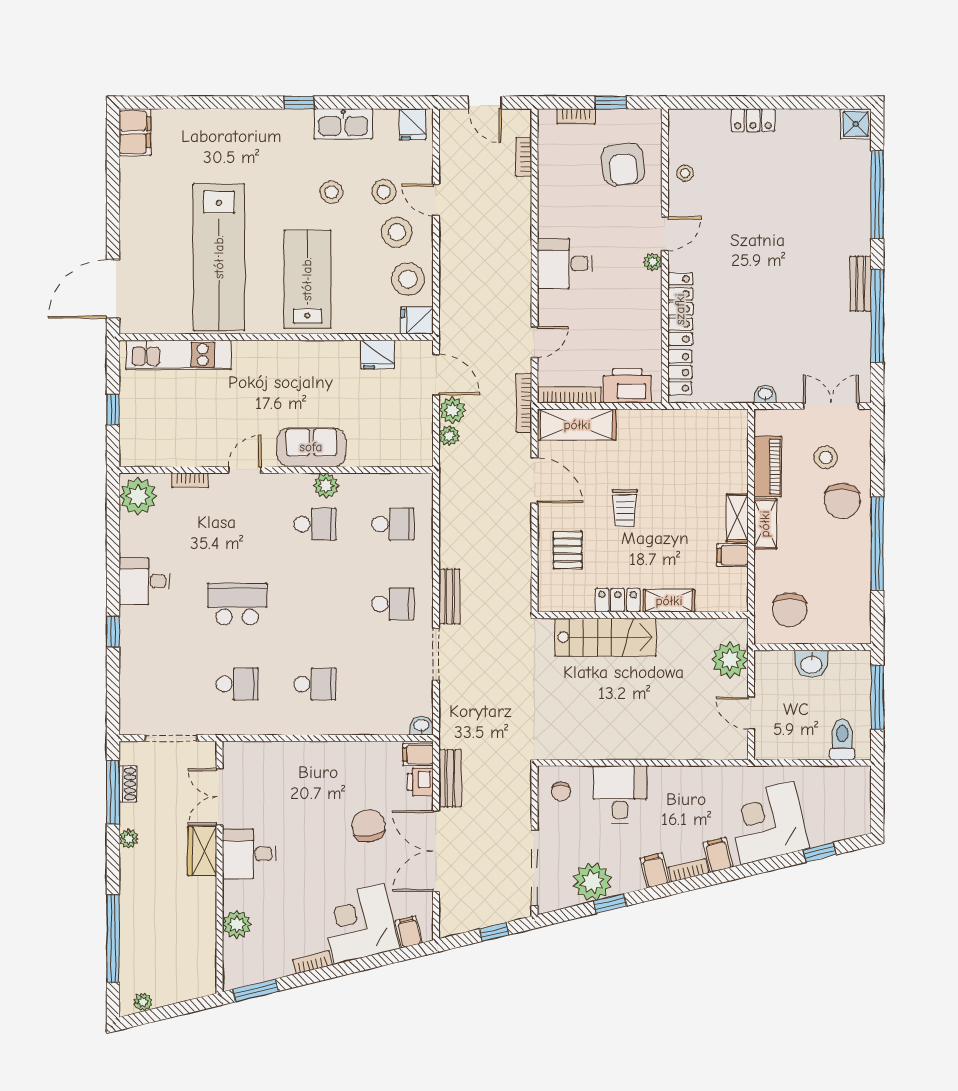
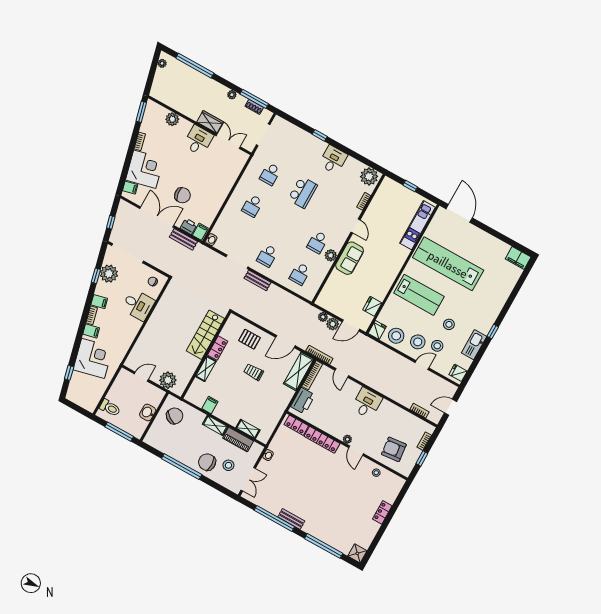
shelving: (737, 518) -> (248, 429), moved
chair: (790, 610) -> (175, 416), turned 125

